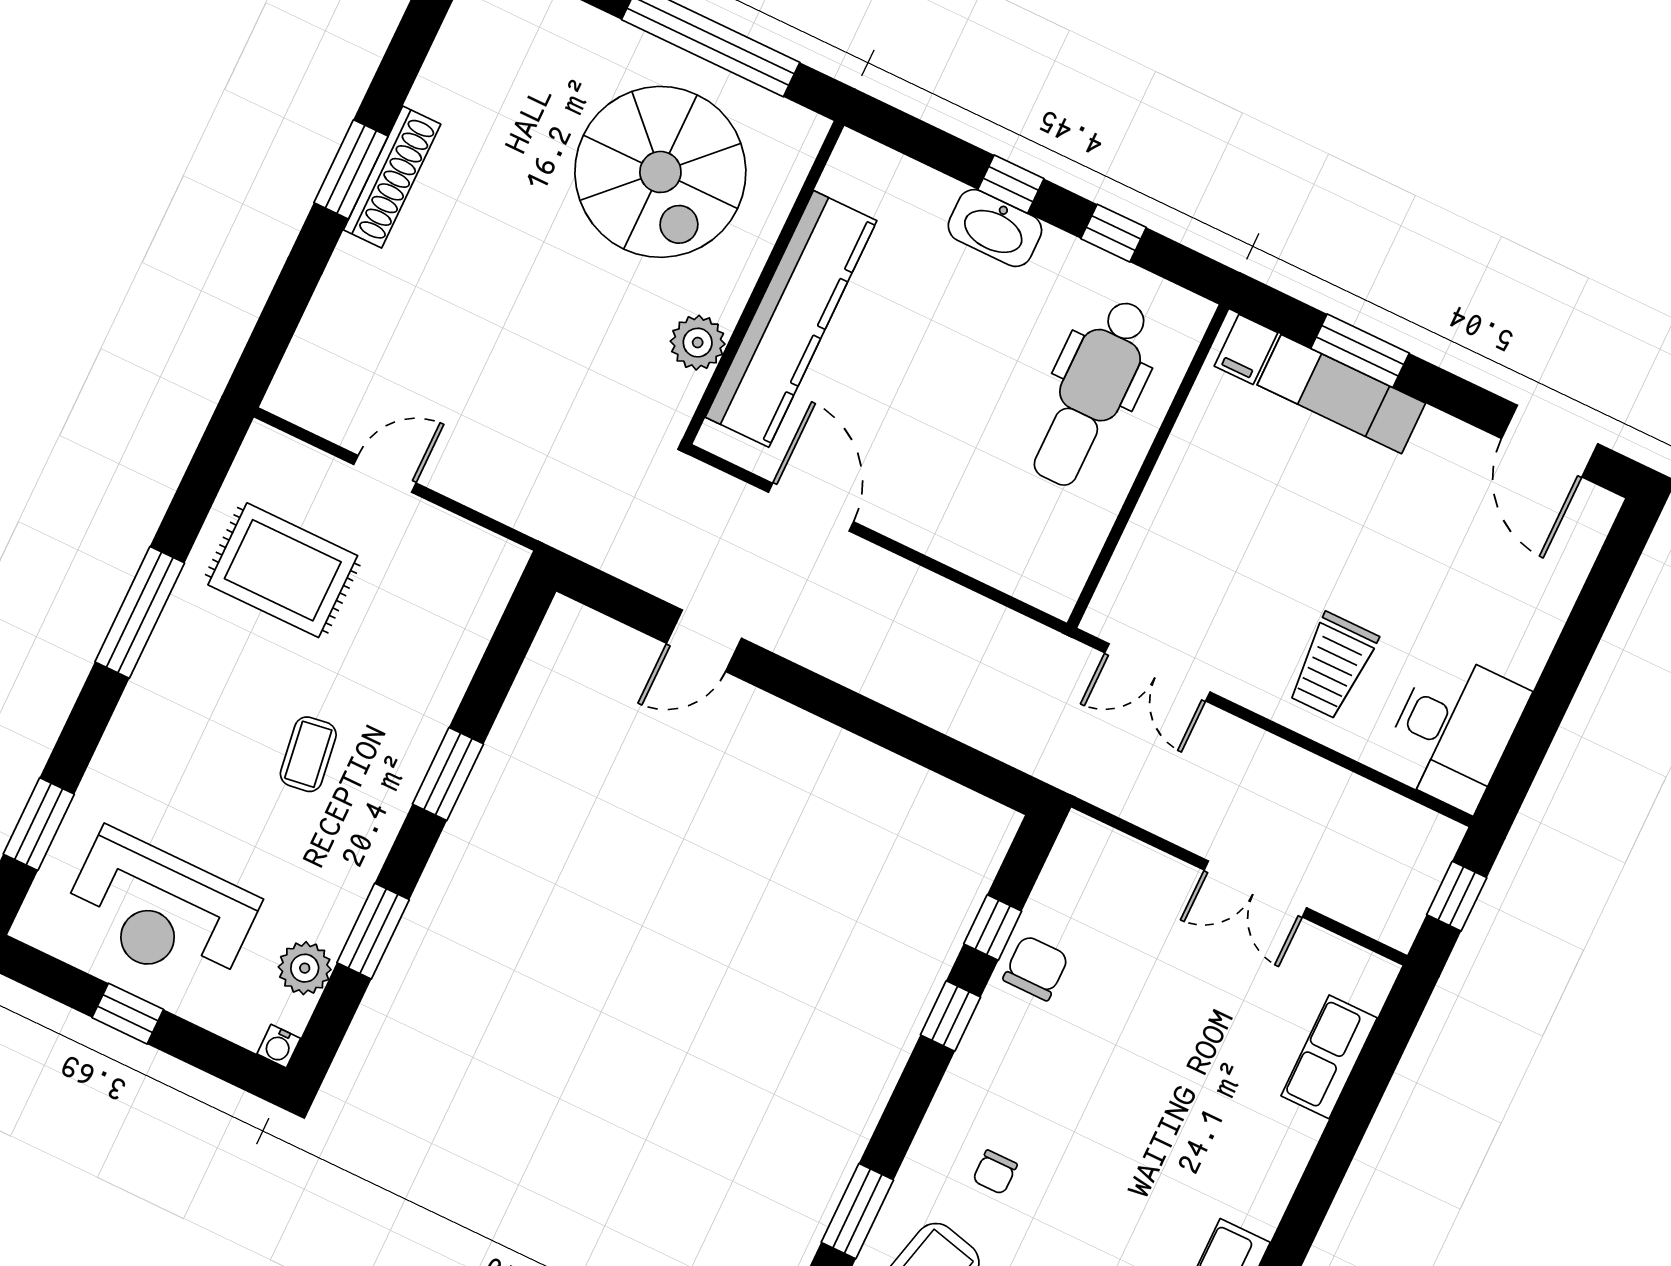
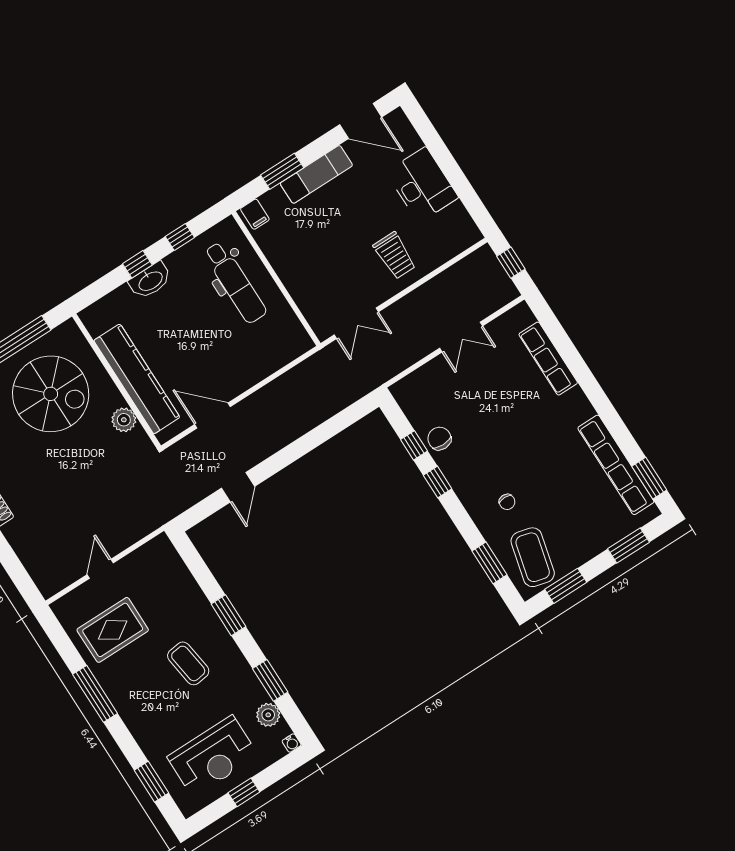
exam couch: (1341, 394) -> (316, 174), moved
desk: (1454, 731) -> (422, 185), moved
coffee table: (308, 754) -> (188, 663), width x1.36, depth x1.30
row of seats: (1329, 1057) -> (548, 359), width x1.48

